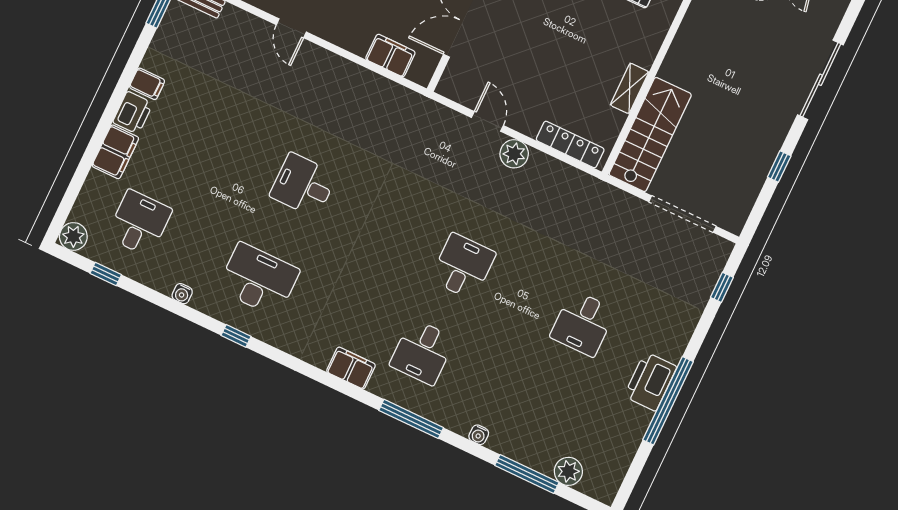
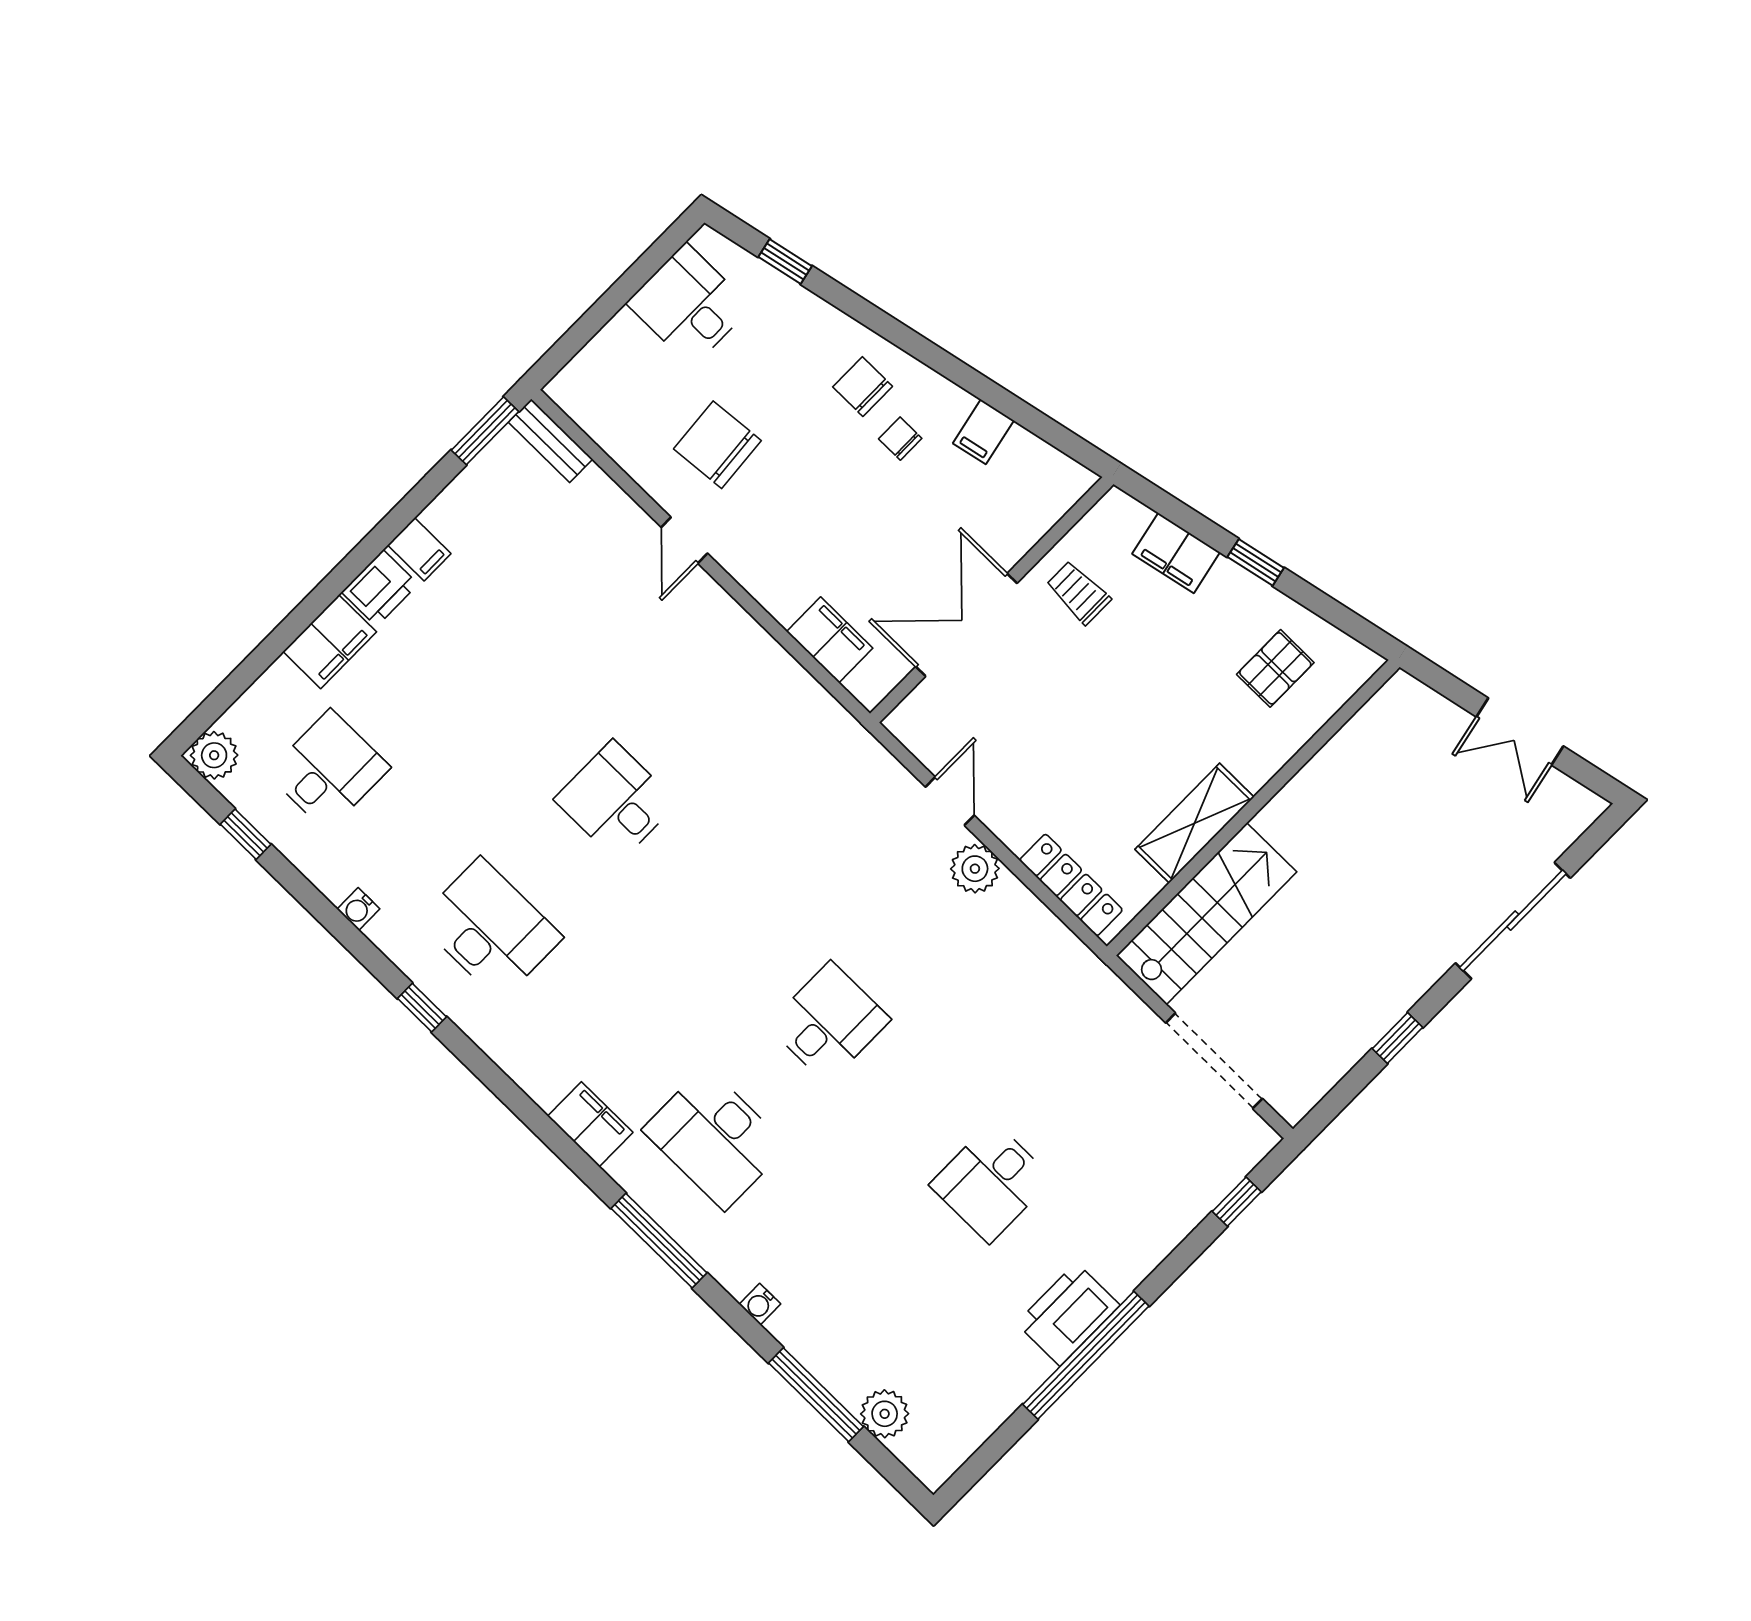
shelving: (630, 88) -> (1194, 823), width x1.50, depth x1.33
desk: (422, 352) -> (715, 1138), width x1.37

